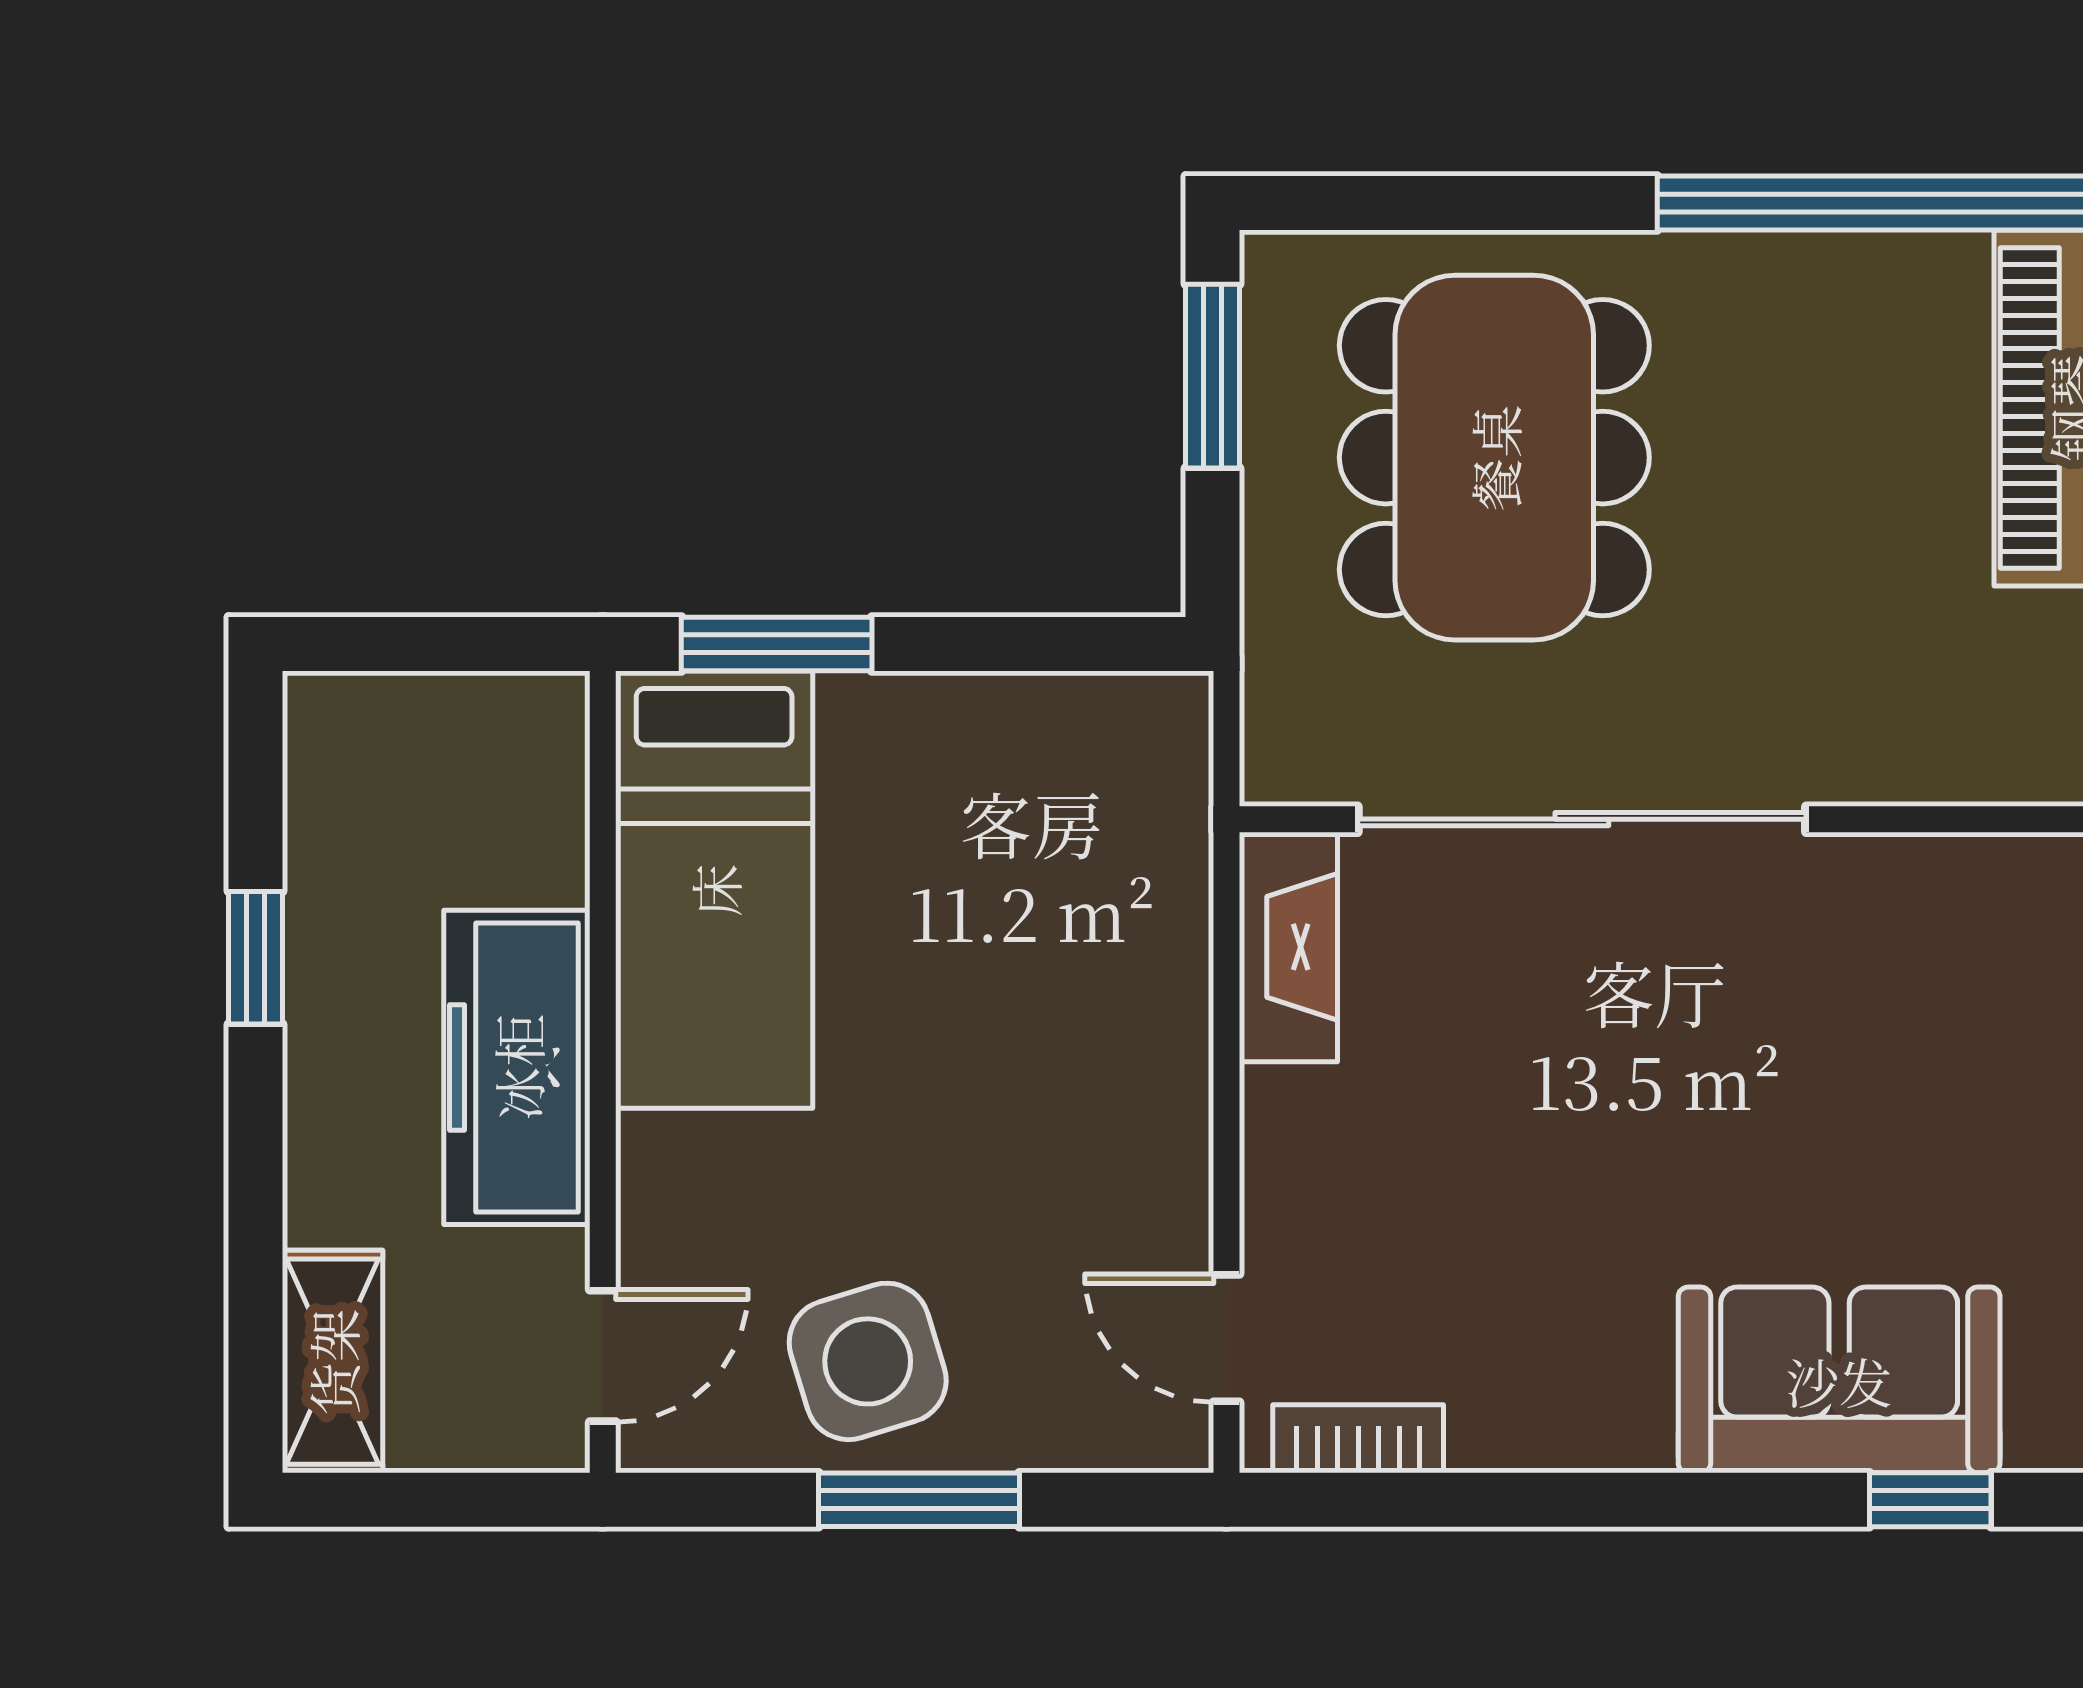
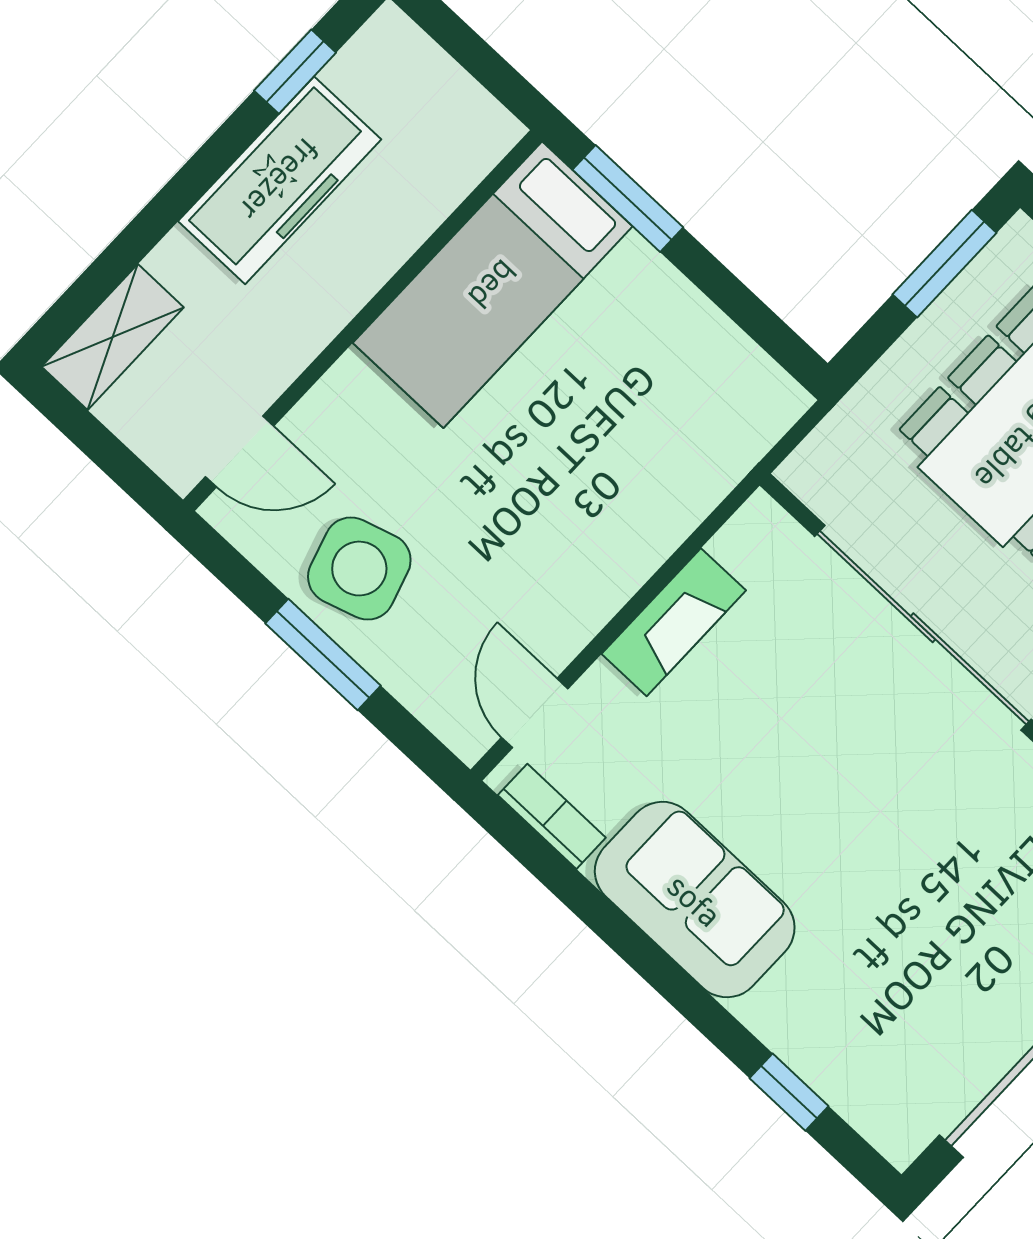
fireplace: (1288, 947) -> (674, 622), moved
window: (255, 958) -> (295, 72), moved
freezer: (517, 1067) -> (280, 180), moved, turned 180
sofa: (1839, 1380) -> (695, 900), moved

